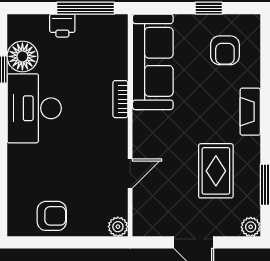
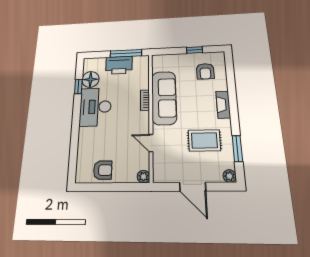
printer: (62, 26) -> (119, 65), width x1.87, depth x1.48
sofa: (153, 62) -> (164, 98), moved
rug: (216, 171) -> (204, 140), turned 90
door: (130, 174) -> (151, 143), swing flipped

